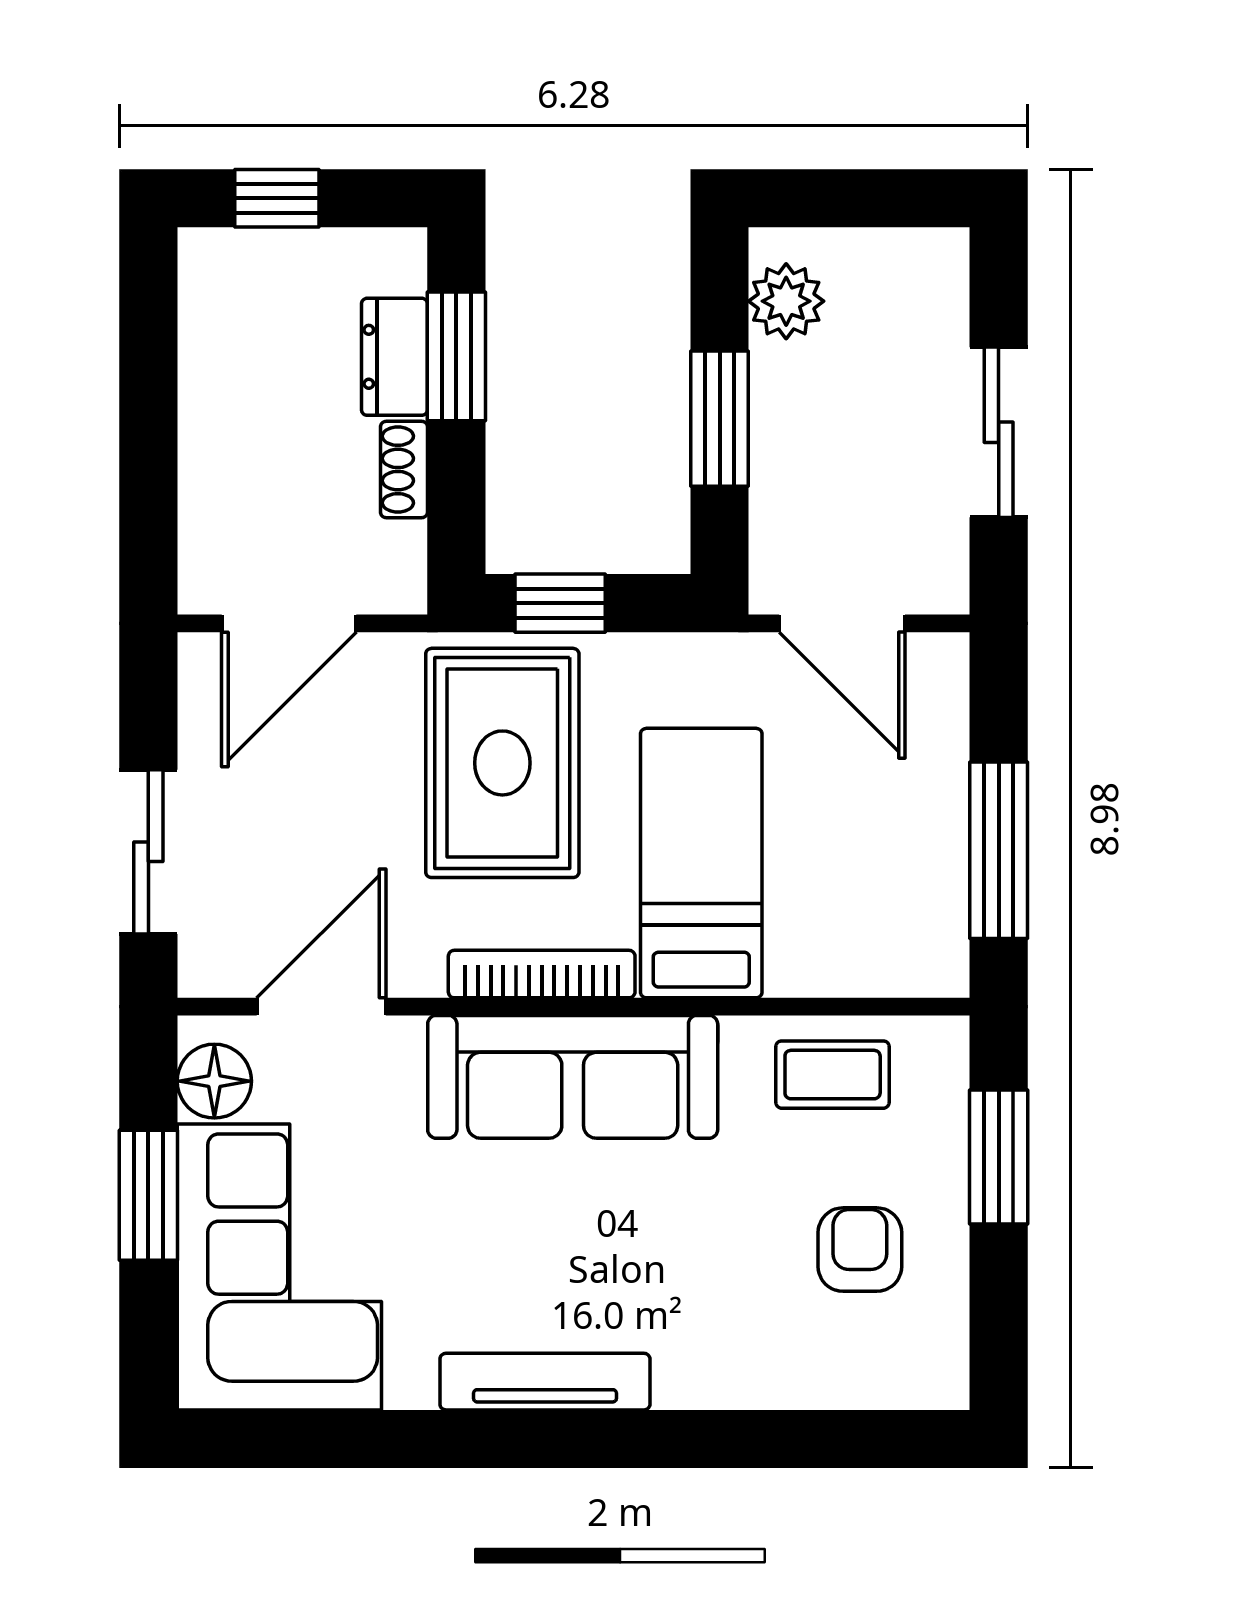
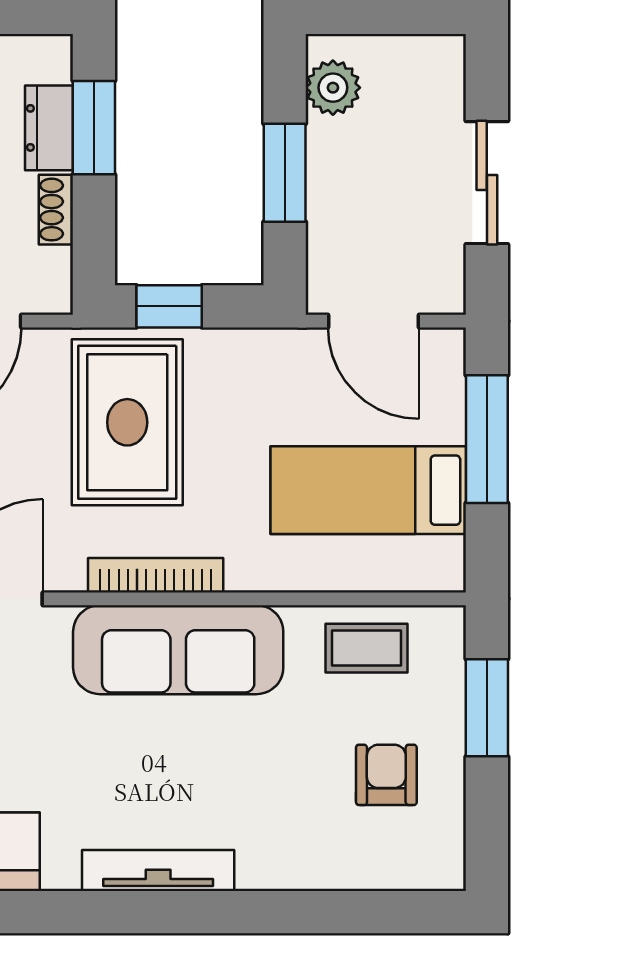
window: (999, 850) -> (487, 439), moved
bed: (701, 863) -> (368, 490), moved, turned -90

